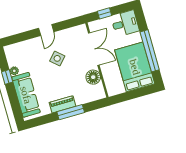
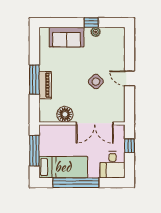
bed: (135, 67) -> (63, 167), width x0.67
sofa: (26, 95) -> (67, 37), width x0.73
window: (132, 95) -> (34, 151), added
piano: (62, 104) -> (45, 85), moved

